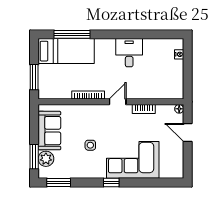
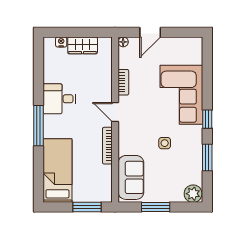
window: (72, 34) -> (38, 126), moved
wardrobe: (176, 73) -> (83, 45), added
sofa: (49, 131) -> (131, 177), moved, turned 90
window: (34, 157) -> (156, 207), moved
plant: (46, 159) -> (193, 194), moved
window: (59, 183) -> (207, 158), moved

